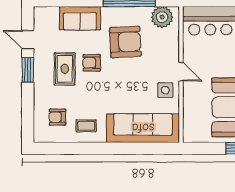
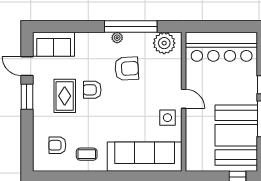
plant: (116, 12) -> (117, 38), added
sofa: (80, 18) -> (54, 44), moved
armchair: (125, 42) -> (127, 69), width x0.73, depth x0.73

